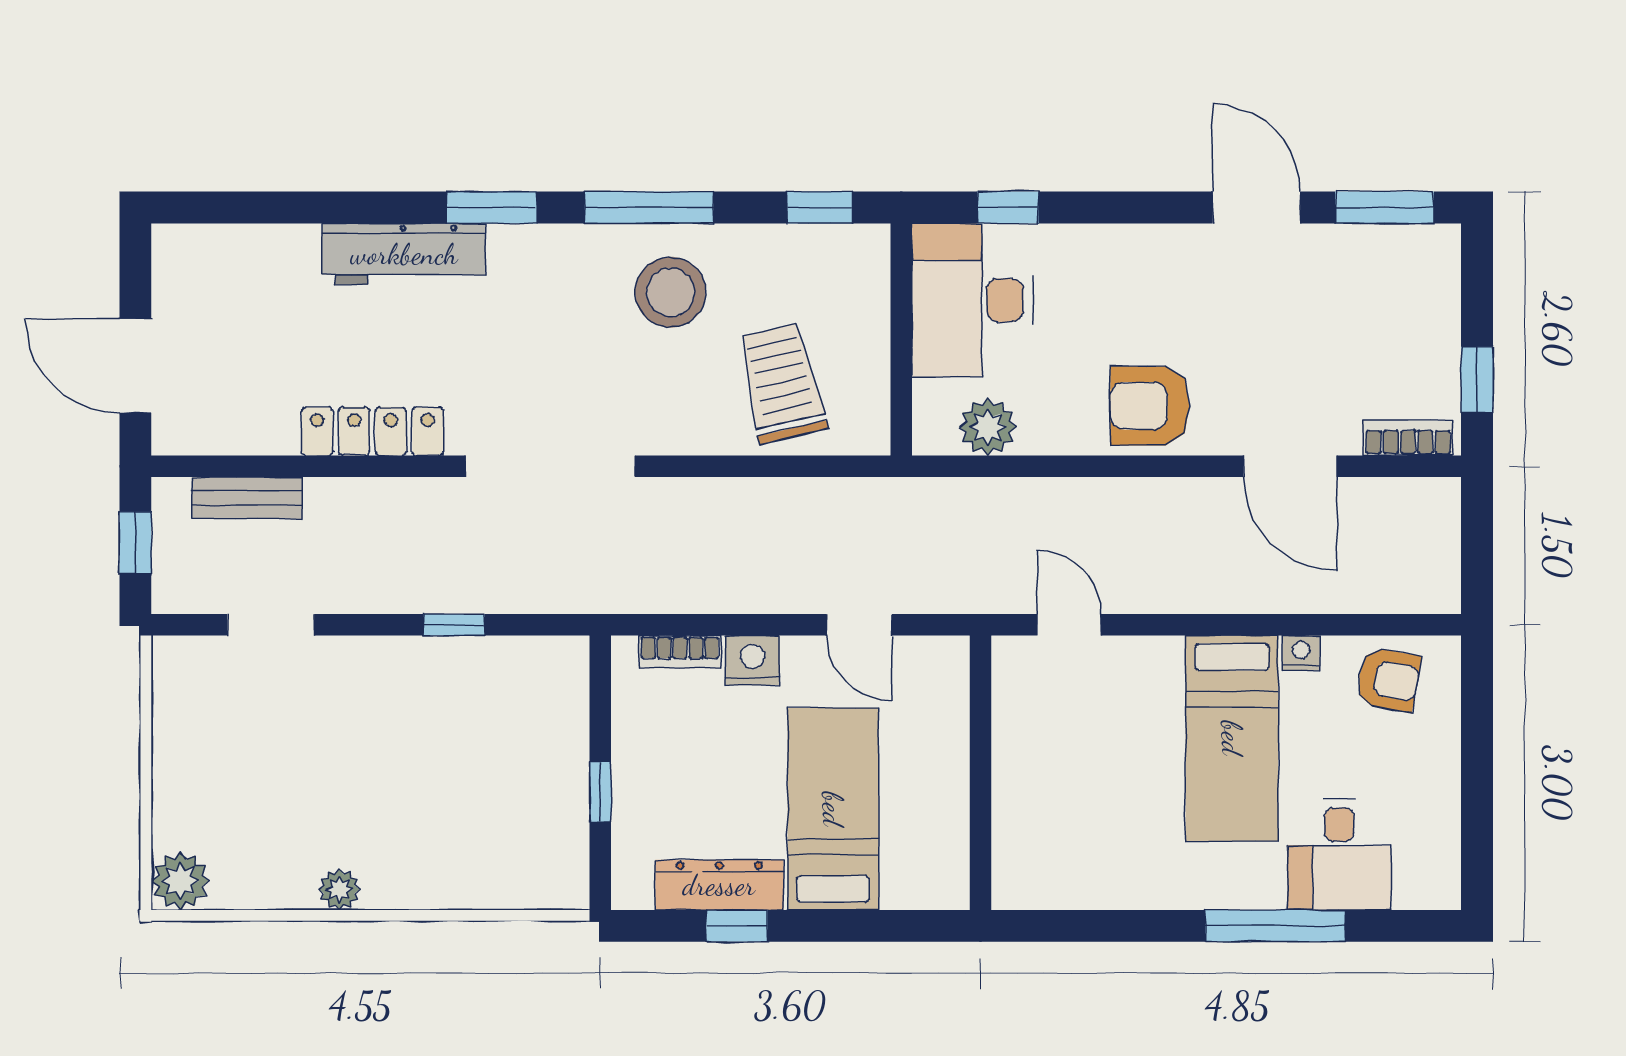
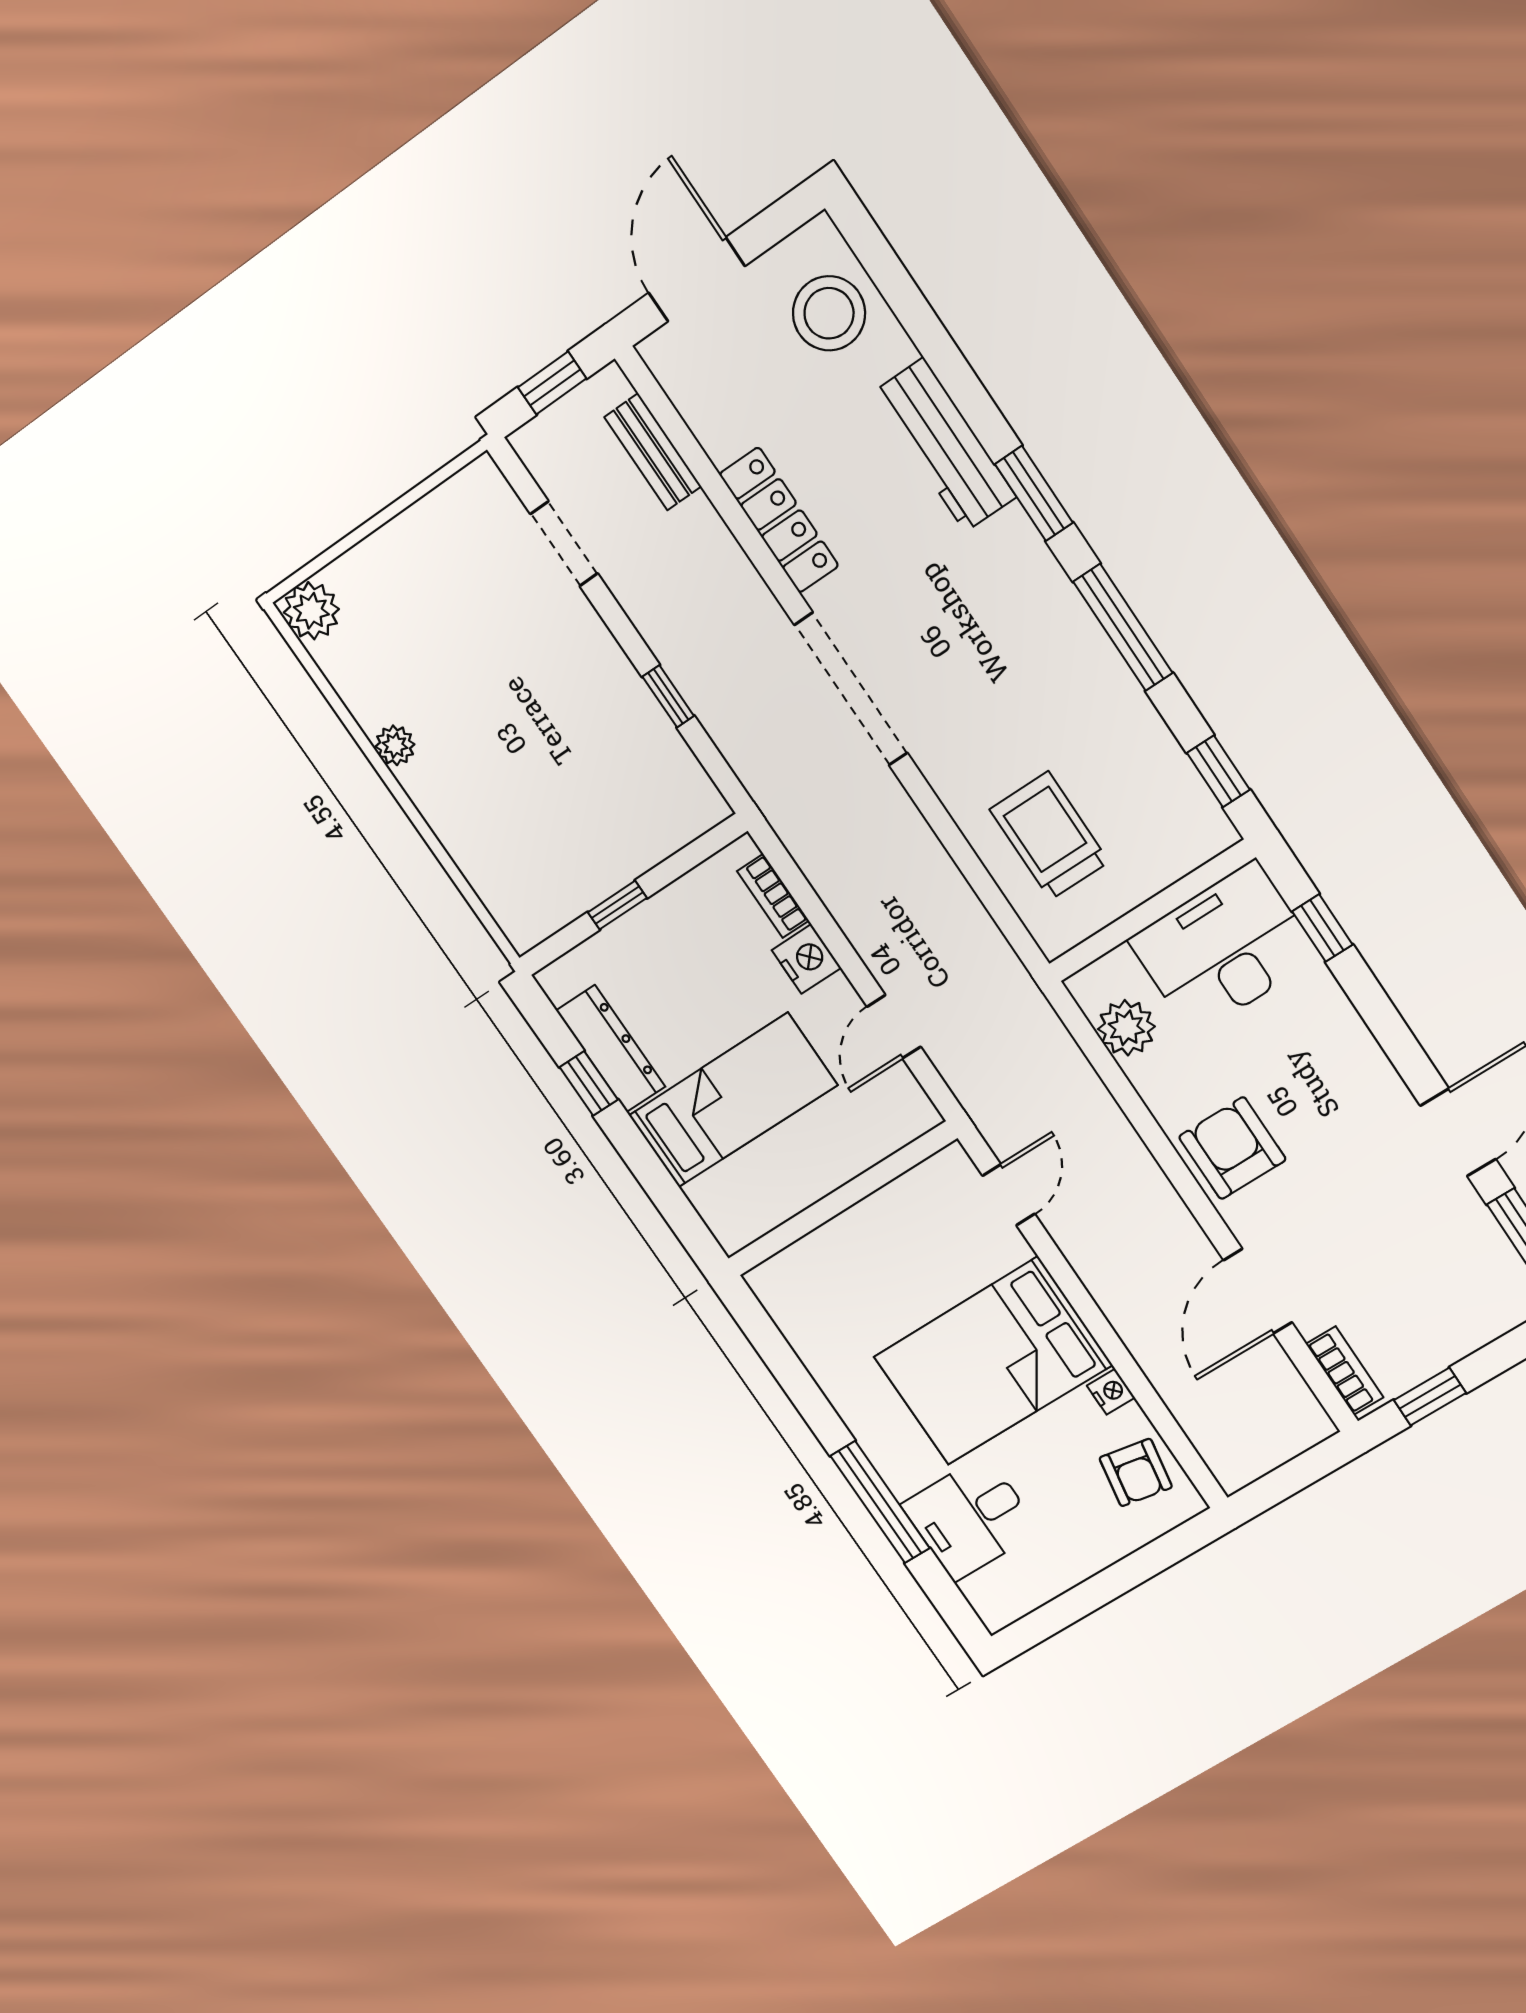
stool: (670, 292) -> (829, 313), moved
trolley: (782, 383) -> (1049, 836), turned -77
bed: (1232, 738) -> (993, 1361), width x1.50

